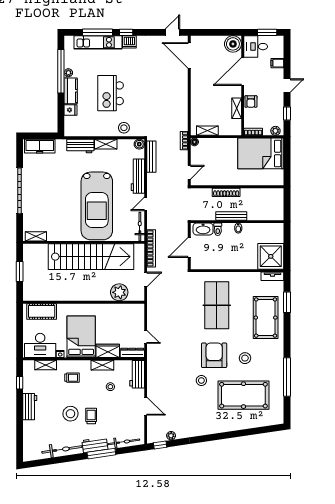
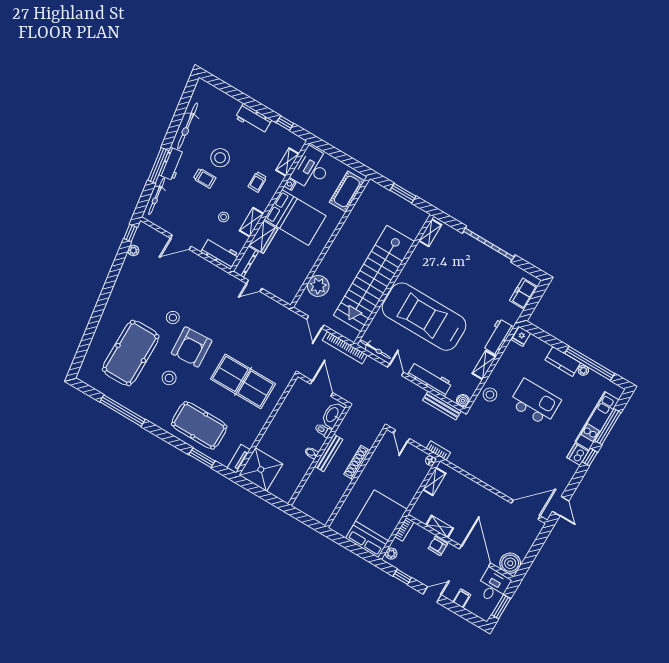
door: (287, 85) -> (432, 594), swing flipped
fridge: (71, 110) -> (521, 336), moved
freezer: (40, 146) -> (524, 294), width x0.71
armchair: (214, 355) -> (192, 347), turned 87

